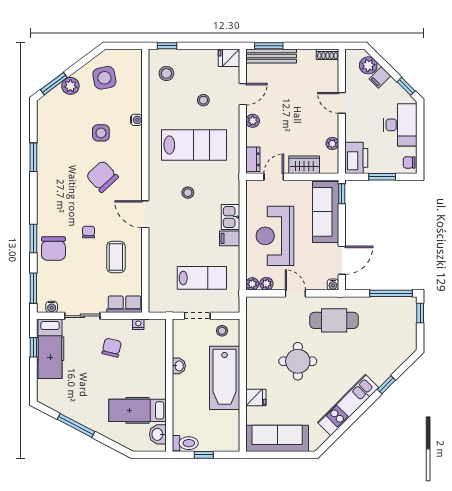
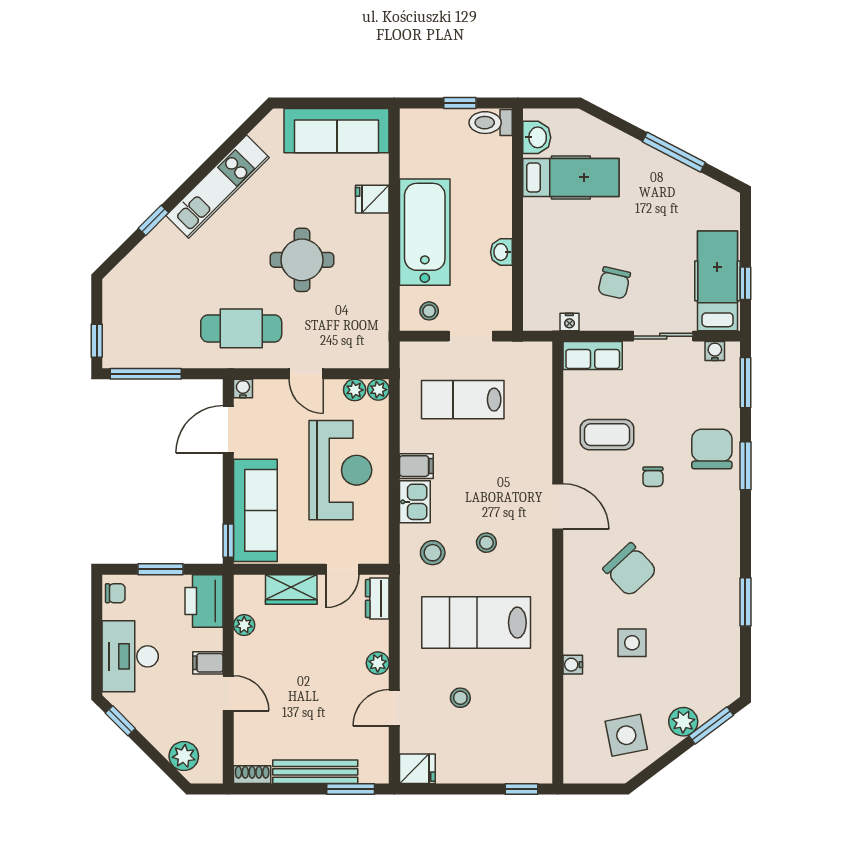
bench: (271, 56) -> (315, 772), moved
stool: (166, 73) -> (433, 553), moved
filing cabinet: (380, 77) -> (208, 663), moved, turned -135
coffee table: (116, 257) -> (607, 435), turned 90

